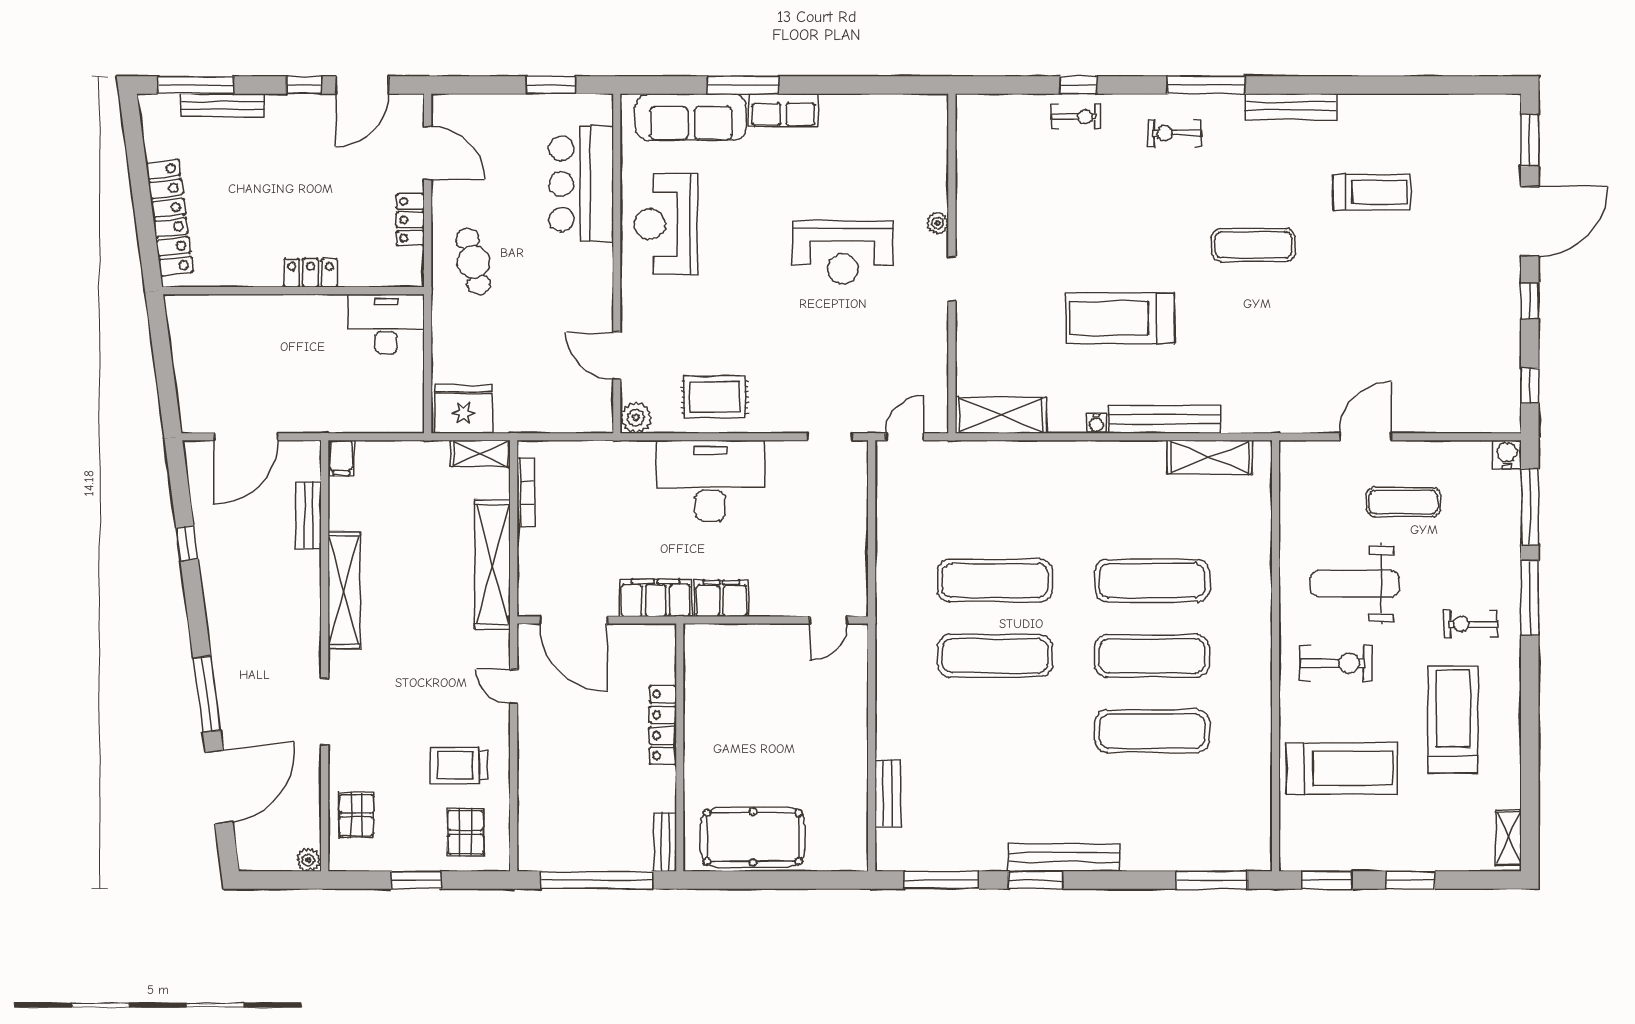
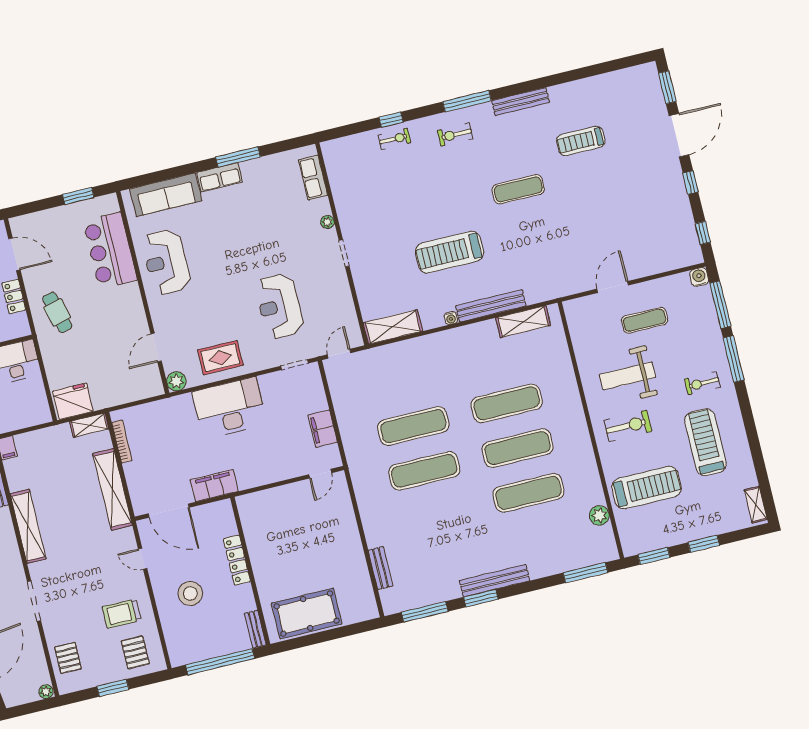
window: (743, 85) -> (238, 157), moved
row of seats: (932, 147) -> (313, 178), added
treadmill: (1372, 192) -> (581, 141), turned 180
reception desk: (843, 253) -> (279, 306), moved, turned 90
door: (617, 356) -> (156, 348), hinge flipped
filing cabinet: (721, 598) -> (323, 429), moved, turned -90
stool: (576, 760) -> (190, 594), added
plant: (1256, 794) -> (599, 515), added

